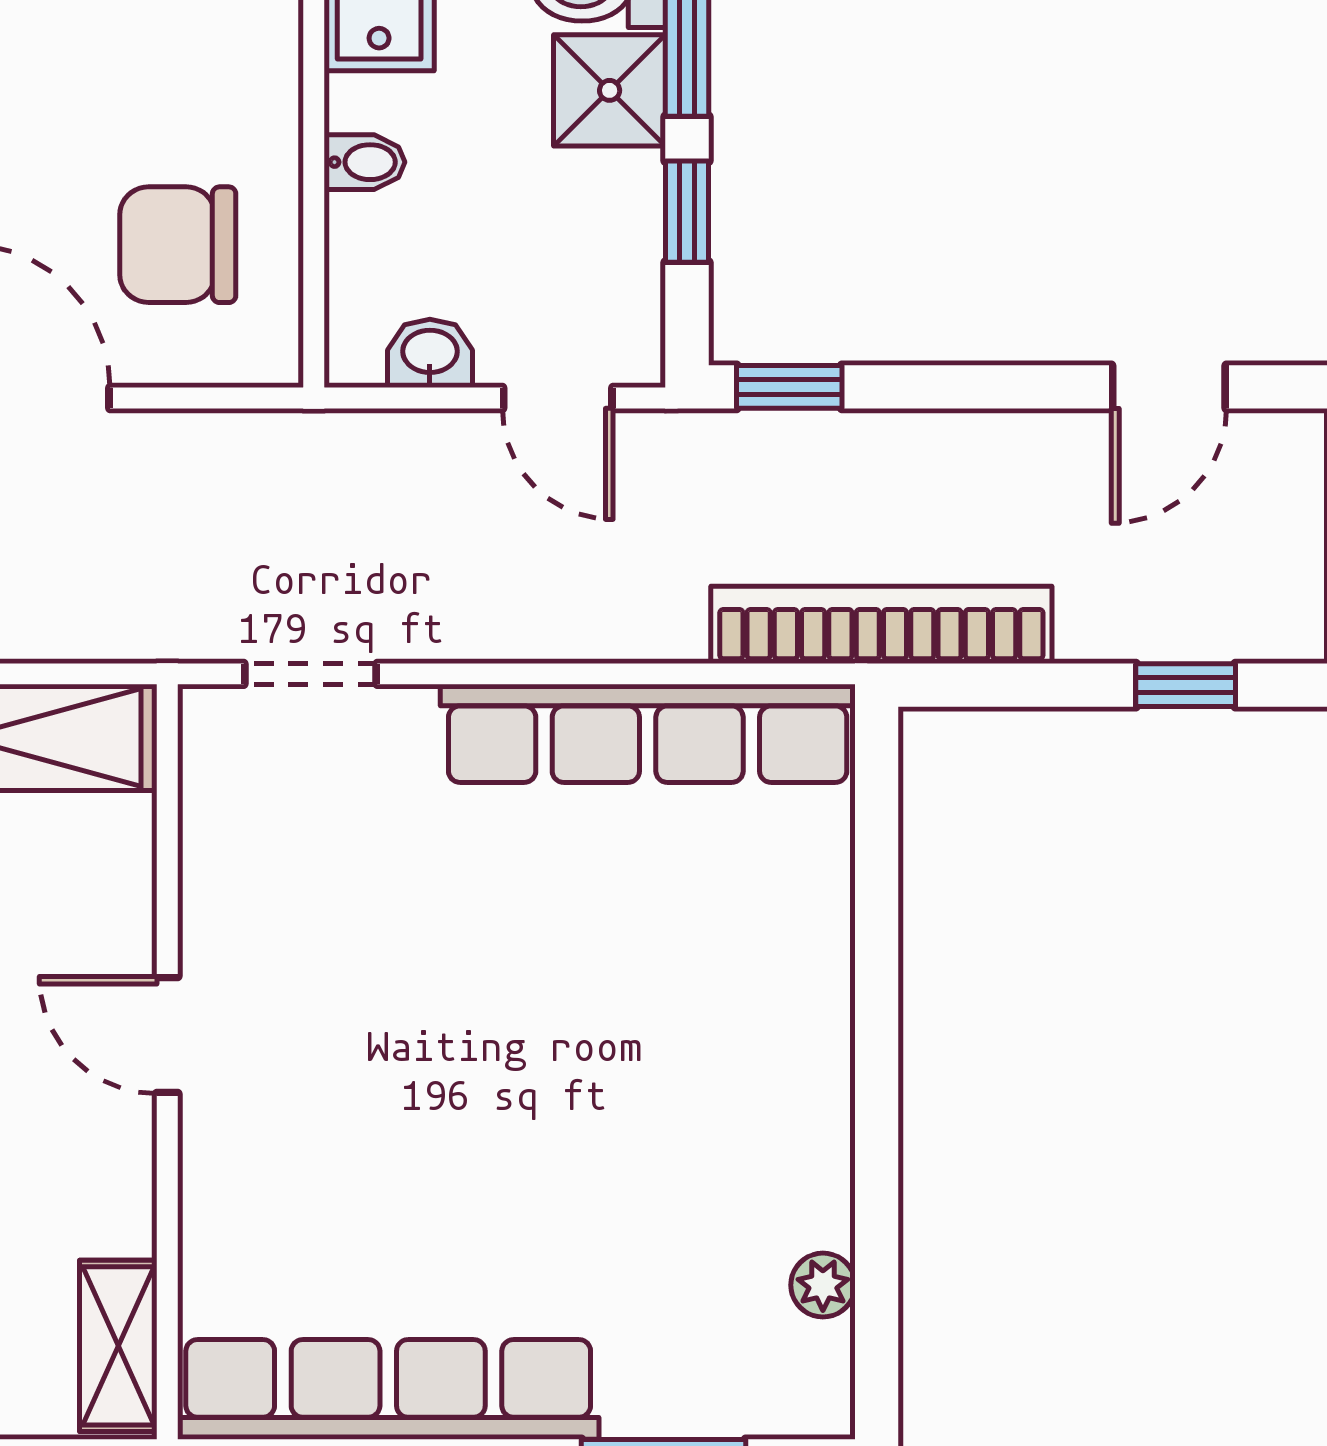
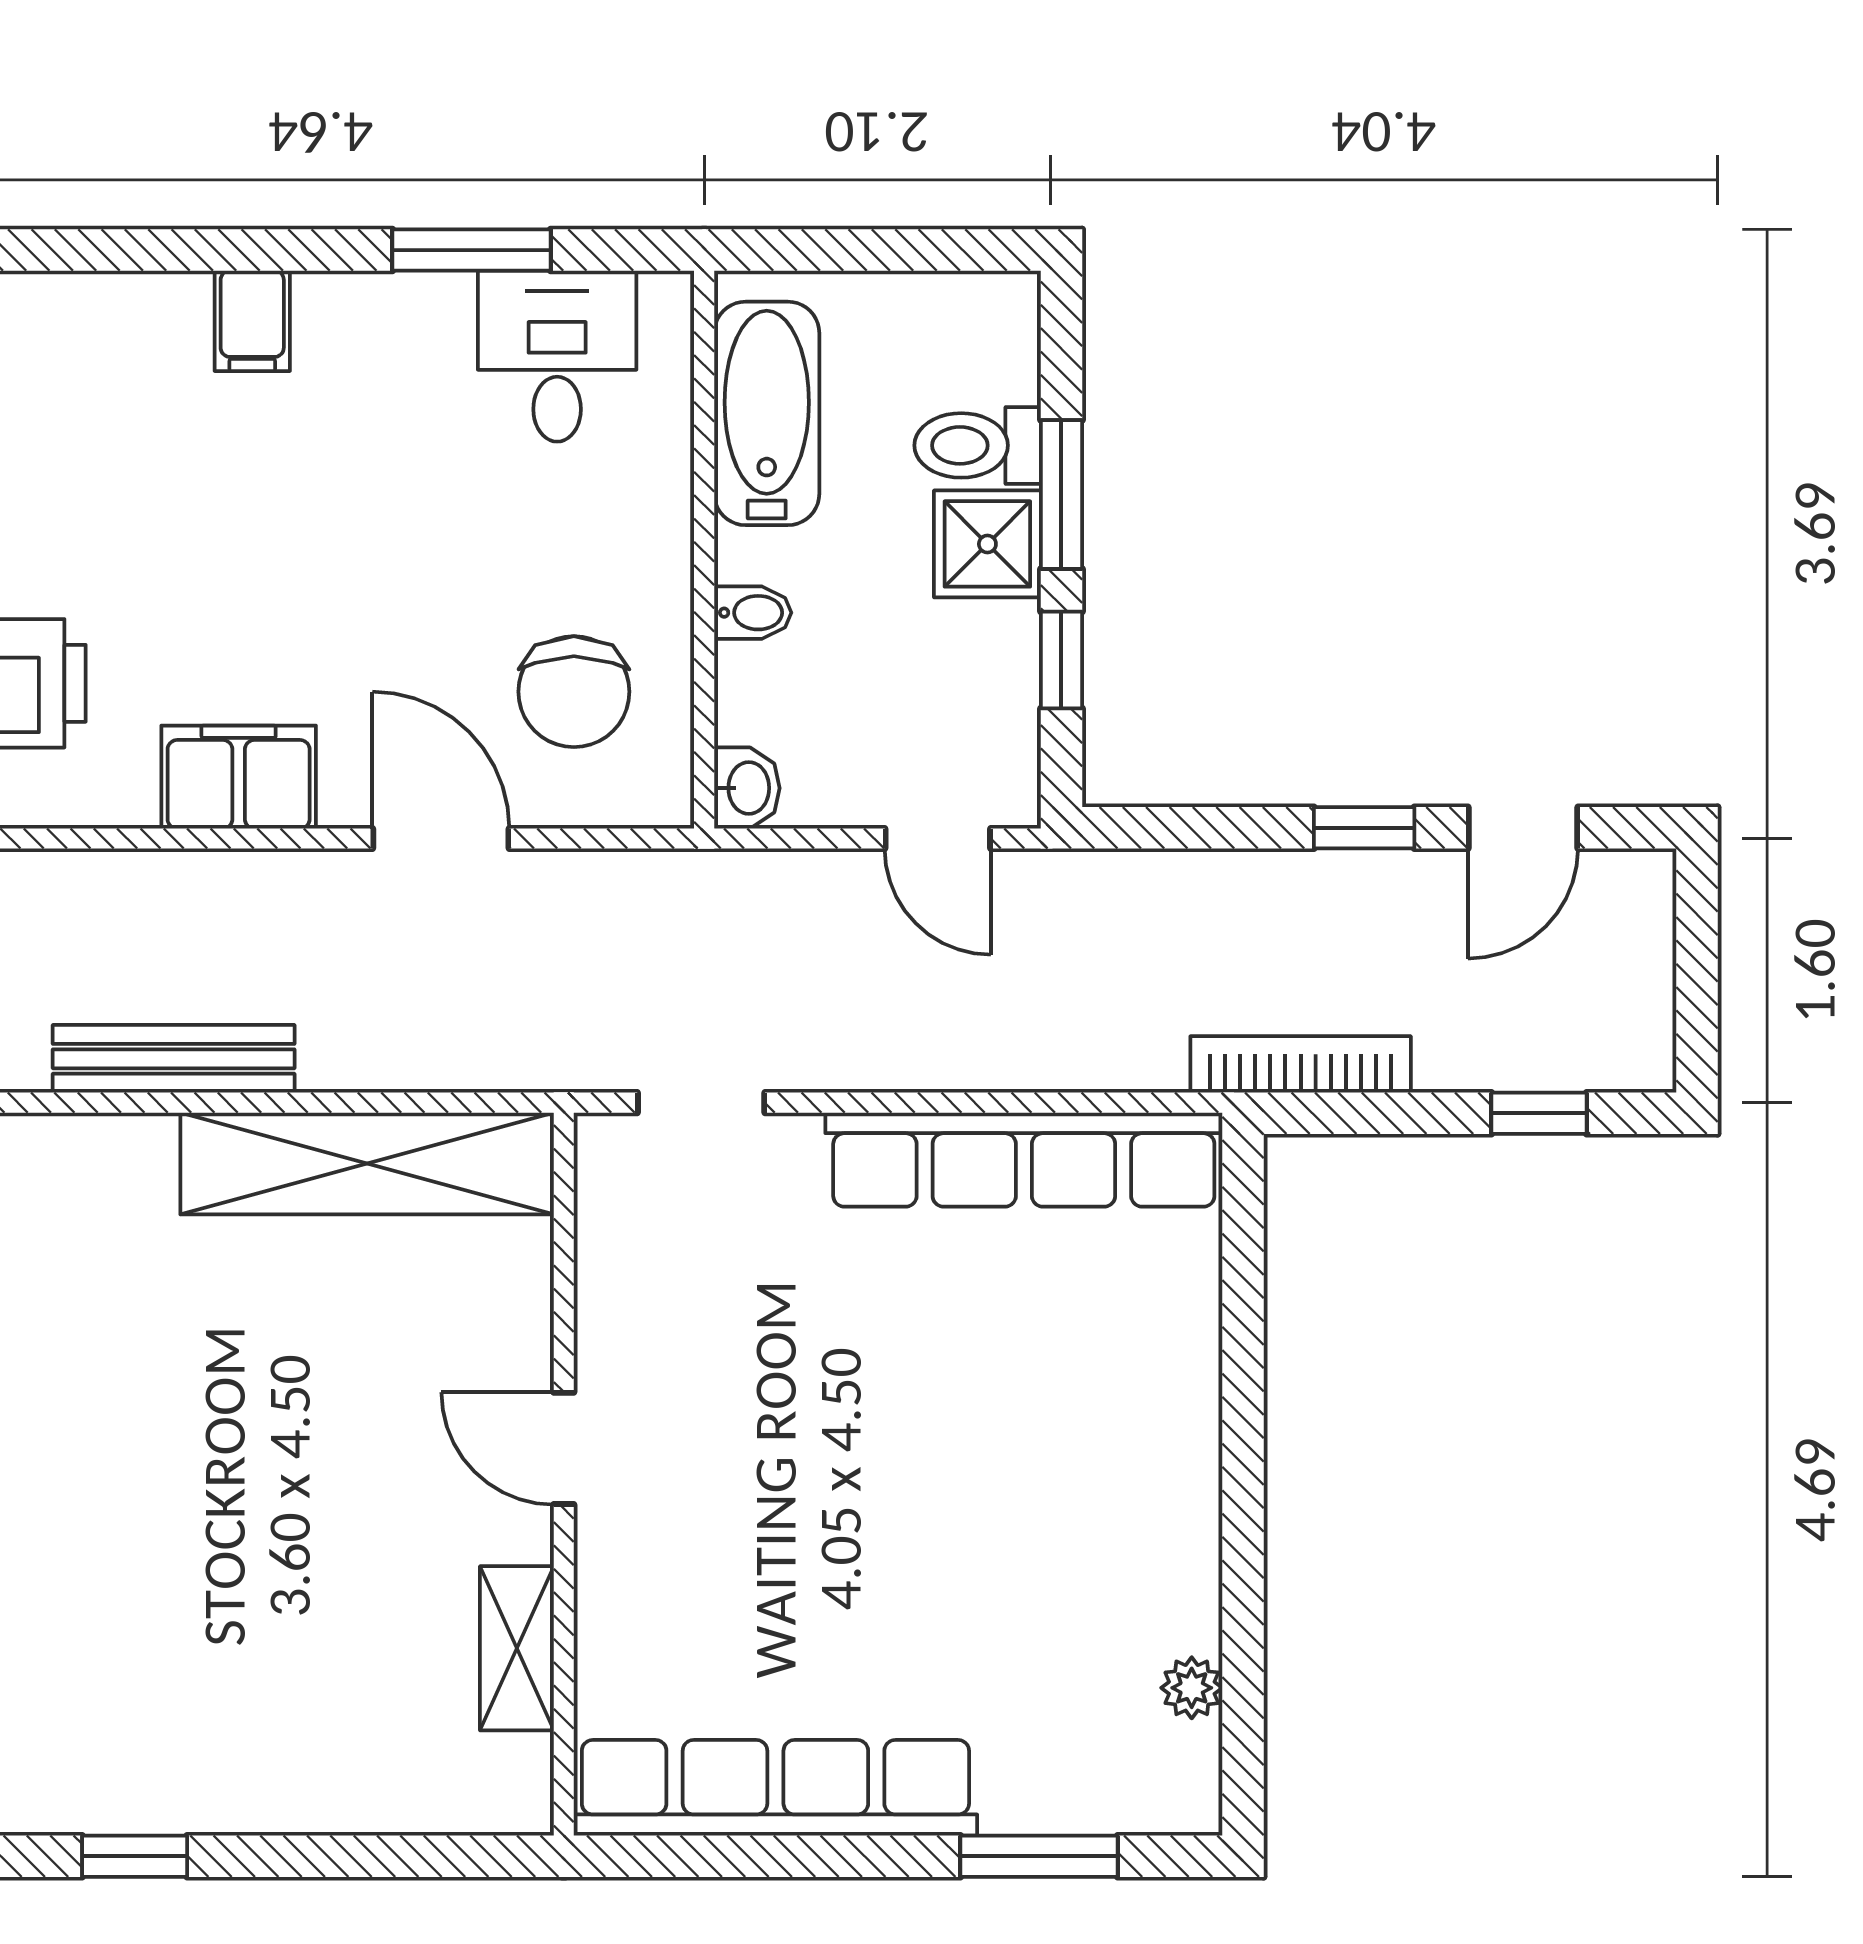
chair: (178, 245) -> (574, 692), turned -90
washbasin: (430, 353) -> (747, 788), moved, turned 90
window: (789, 387) -> (1364, 828), moved
bookcase: (881, 625) -> (1301, 1064), width x0.68, depth x0.76
shelving: (118, 1346) -> (517, 1648), moved

